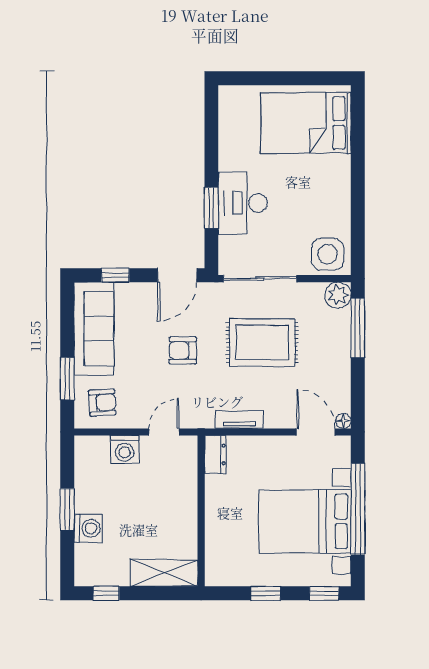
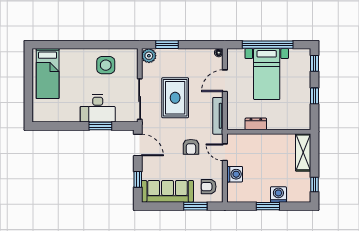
bed: (306, 123) -> (48, 73), width x0.67
side table: (328, 254) -> (106, 65), moved
window: (358, 328) -> (167, 45), width x0.69
armchair: (183, 350) -> (191, 147), moved
armchair: (102, 403) -> (209, 187), turned -86
tv unit: (239, 419) -> (218, 116), width x1.41
door: (316, 432) -> (225, 81), moved
dresser: (215, 454) -> (256, 124), moved
bed with nightstands: (305, 521) -> (267, 74), width x0.73

